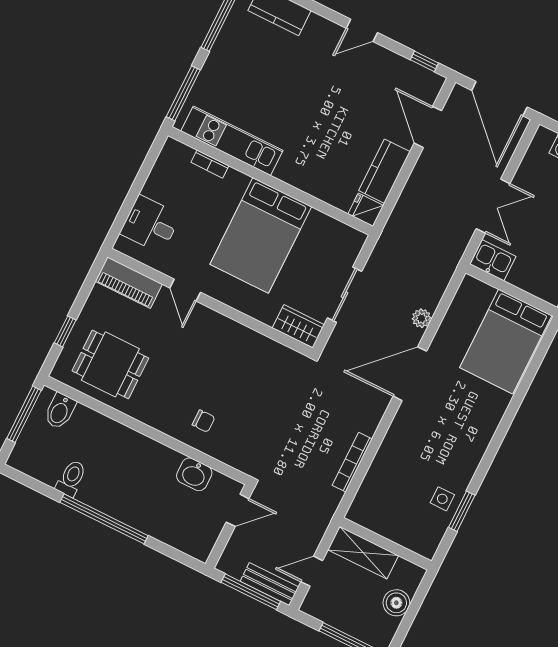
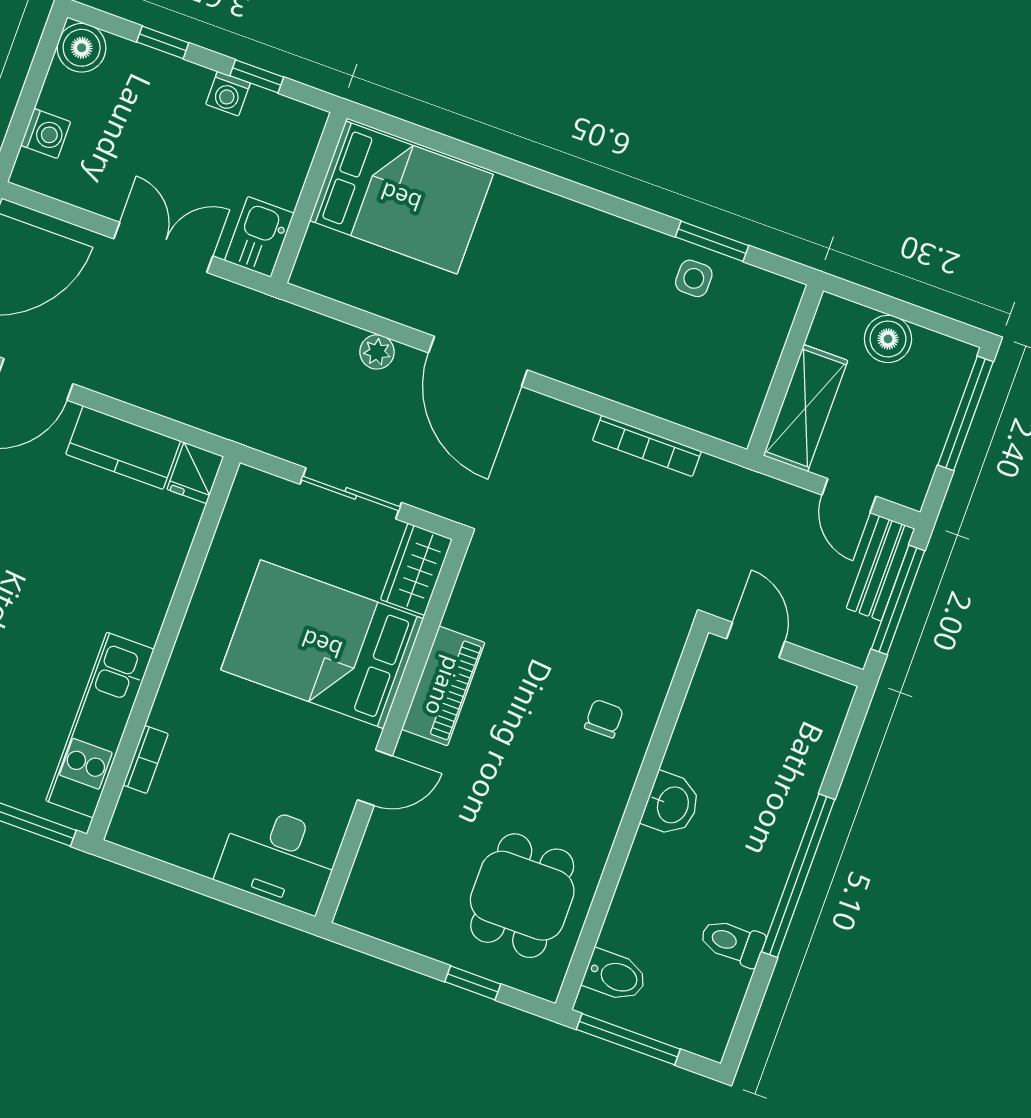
desk: (150, 224) -> (279, 858), width x1.37
bed: (261, 235) -> (322, 644), moved, turned 180
piano: (129, 283) -> (443, 686), moved
washbasin: (194, 474) -> (672, 804), moved

